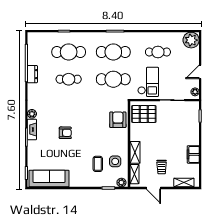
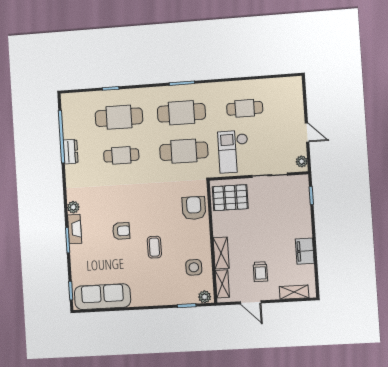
plant: (191, 40) -> (291, 88), removed
door: (200, 72) -> (307, 133), swing flipped
checkout: (148, 82) -> (233, 152), turned 180
coffee table: (98, 164) -> (154, 247), moved

